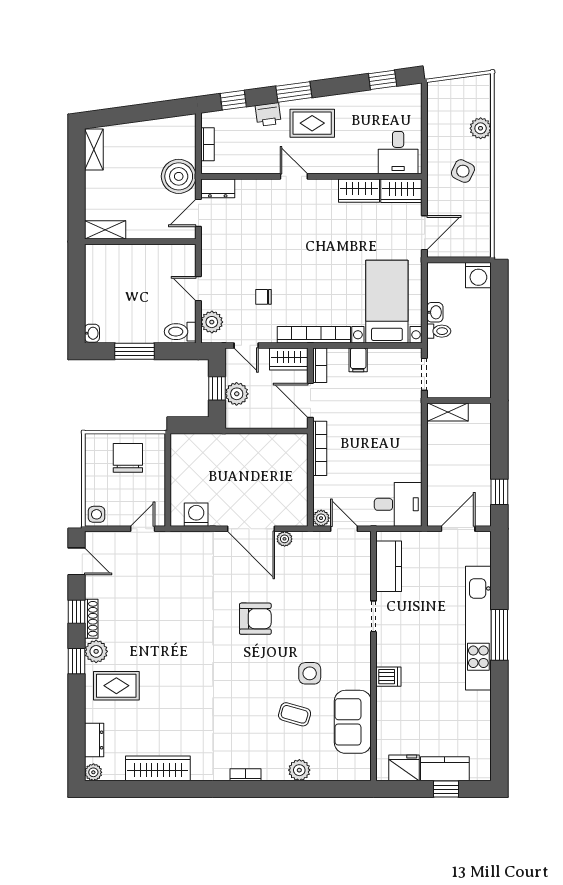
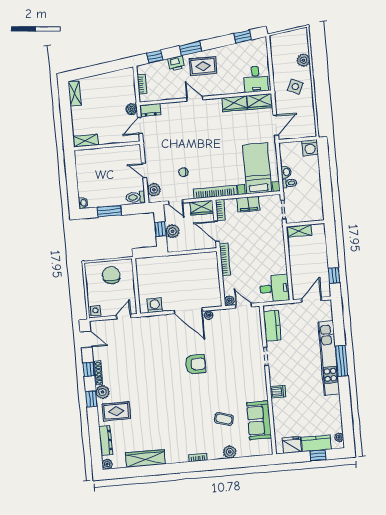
boiler: (179, 176) -> (132, 109), width x0.54, depth x0.54
filing cabinet: (358, 360) -> (248, 204), width x2.00
side table: (310, 673) -> (231, 394), removed
dresser: (94, 740) -> (106, 440), width x1.44
plant: (484, 762) -> (339, 437), added

